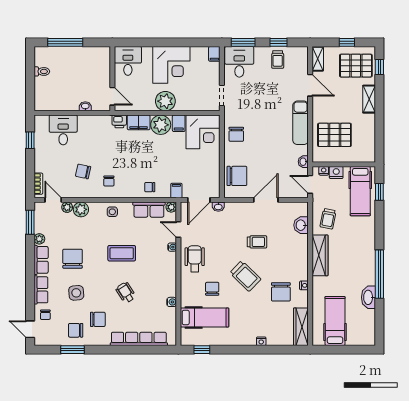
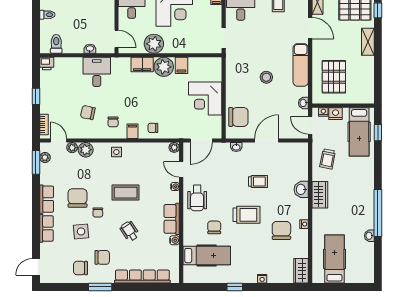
toilet: (51, 101) -> (56, 44), added
plant: (165, 101) -> (154, 44), moved
printer: (119, 121) -> (47, 64), moved
desk: (63, 130) -> (97, 72), moved
corner desk: (203, 132) -> (205, 99), moved, turned 90
chair: (236, 134) -> (238, 76), removed
stool: (265, 135) -> (266, 77), added
pallet: (334, 135) -> (334, 77), turned 90
window: (30, 140) -> (36, 96), moved
filing cabinet: (176, 191) -> (132, 131), moved
washbasin: (218, 207) -> (236, 147), moved
row of seats: (149, 210) -> (172, 219), moved, turned 90
washbasin: (301, 225) -> (301, 189), moved
plant: (39, 239) -> (45, 157), moved
wardrobe: (320, 255) -> (320, 195), width x0.67
wheelchair: (195, 259) -> (197, 198), turned 180
trolley: (245, 276) -> (247, 215), turned -44
chair: (281, 292) -> (281, 230), turned 180
washbasin: (368, 297) -> (369, 236), width x0.52, depth x0.69
chair: (45, 315) -> (98, 212), moved
wardrobe: (301, 327) -> (301, 271), width x0.67
door: (30, 329) -> (36, 267), hinge flipped
window: (73, 350) -> (100, 287), moved
window: (202, 350) -> (235, 287), moved

